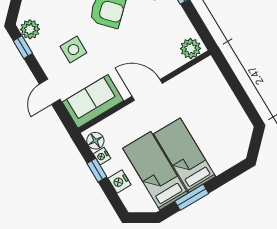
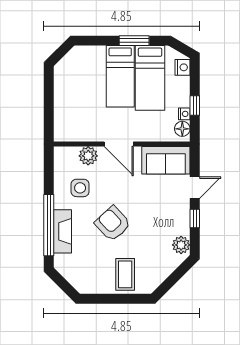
window: (23, 47) -> (195, 218), moved
plant: (191, 48) -> (88, 156), moved
side table: (73, 50) -> (80, 188), moved
nightstand: (119, 182) -> (183, 67), moved

